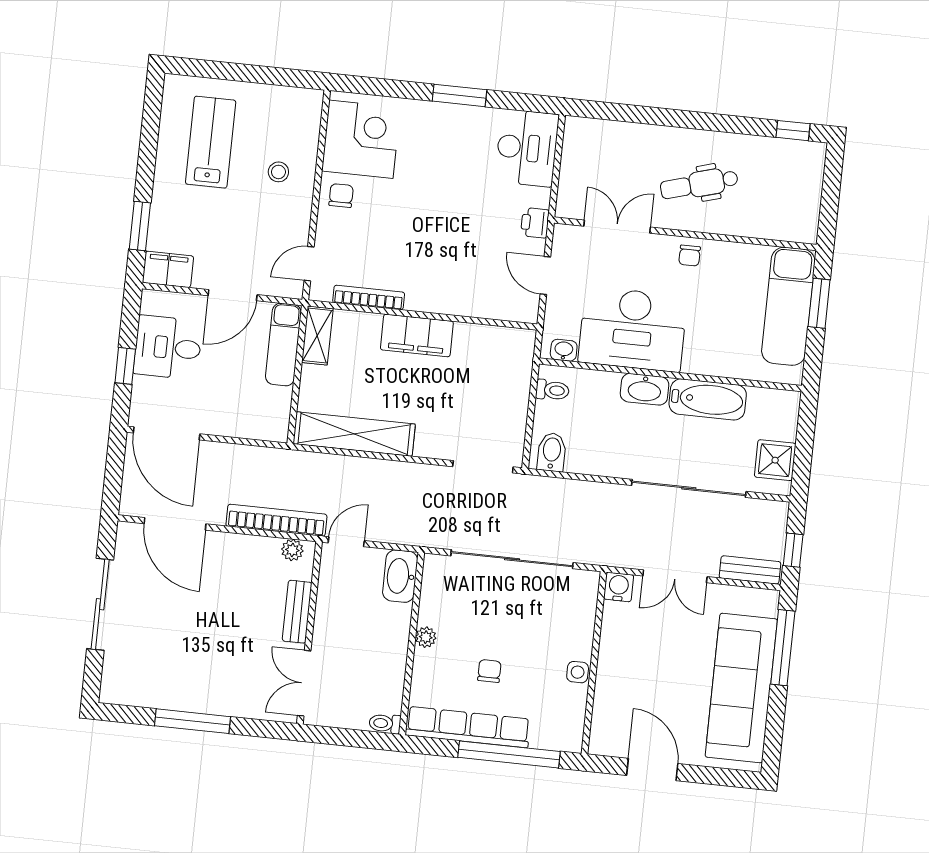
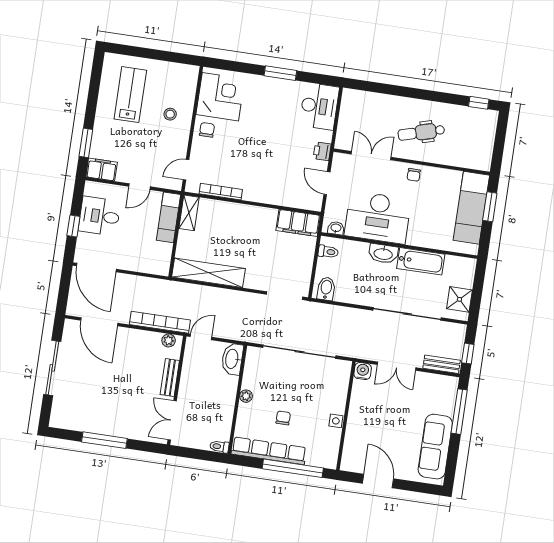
door: (233, 295) -> (140, 187), width x0.73
filing cabinet: (417, 336) -> (298, 223), moved
sofa: (741, 688) -> (435, 447), width x0.74, depth x0.79

